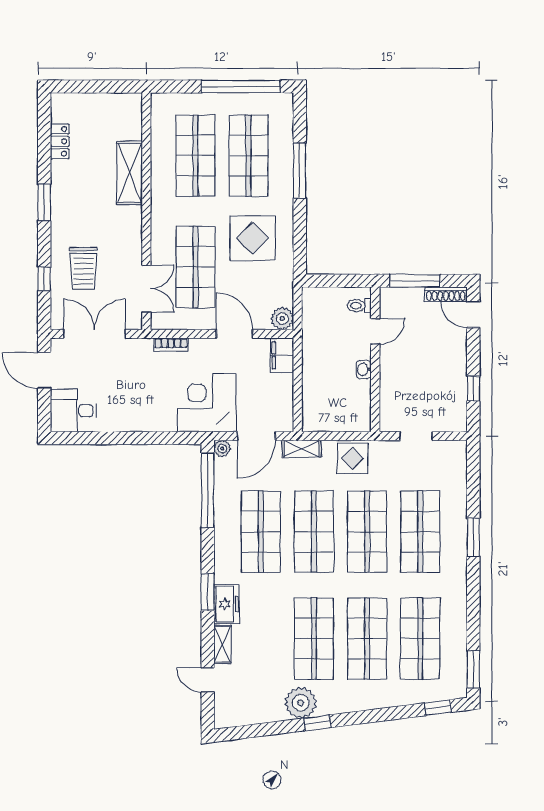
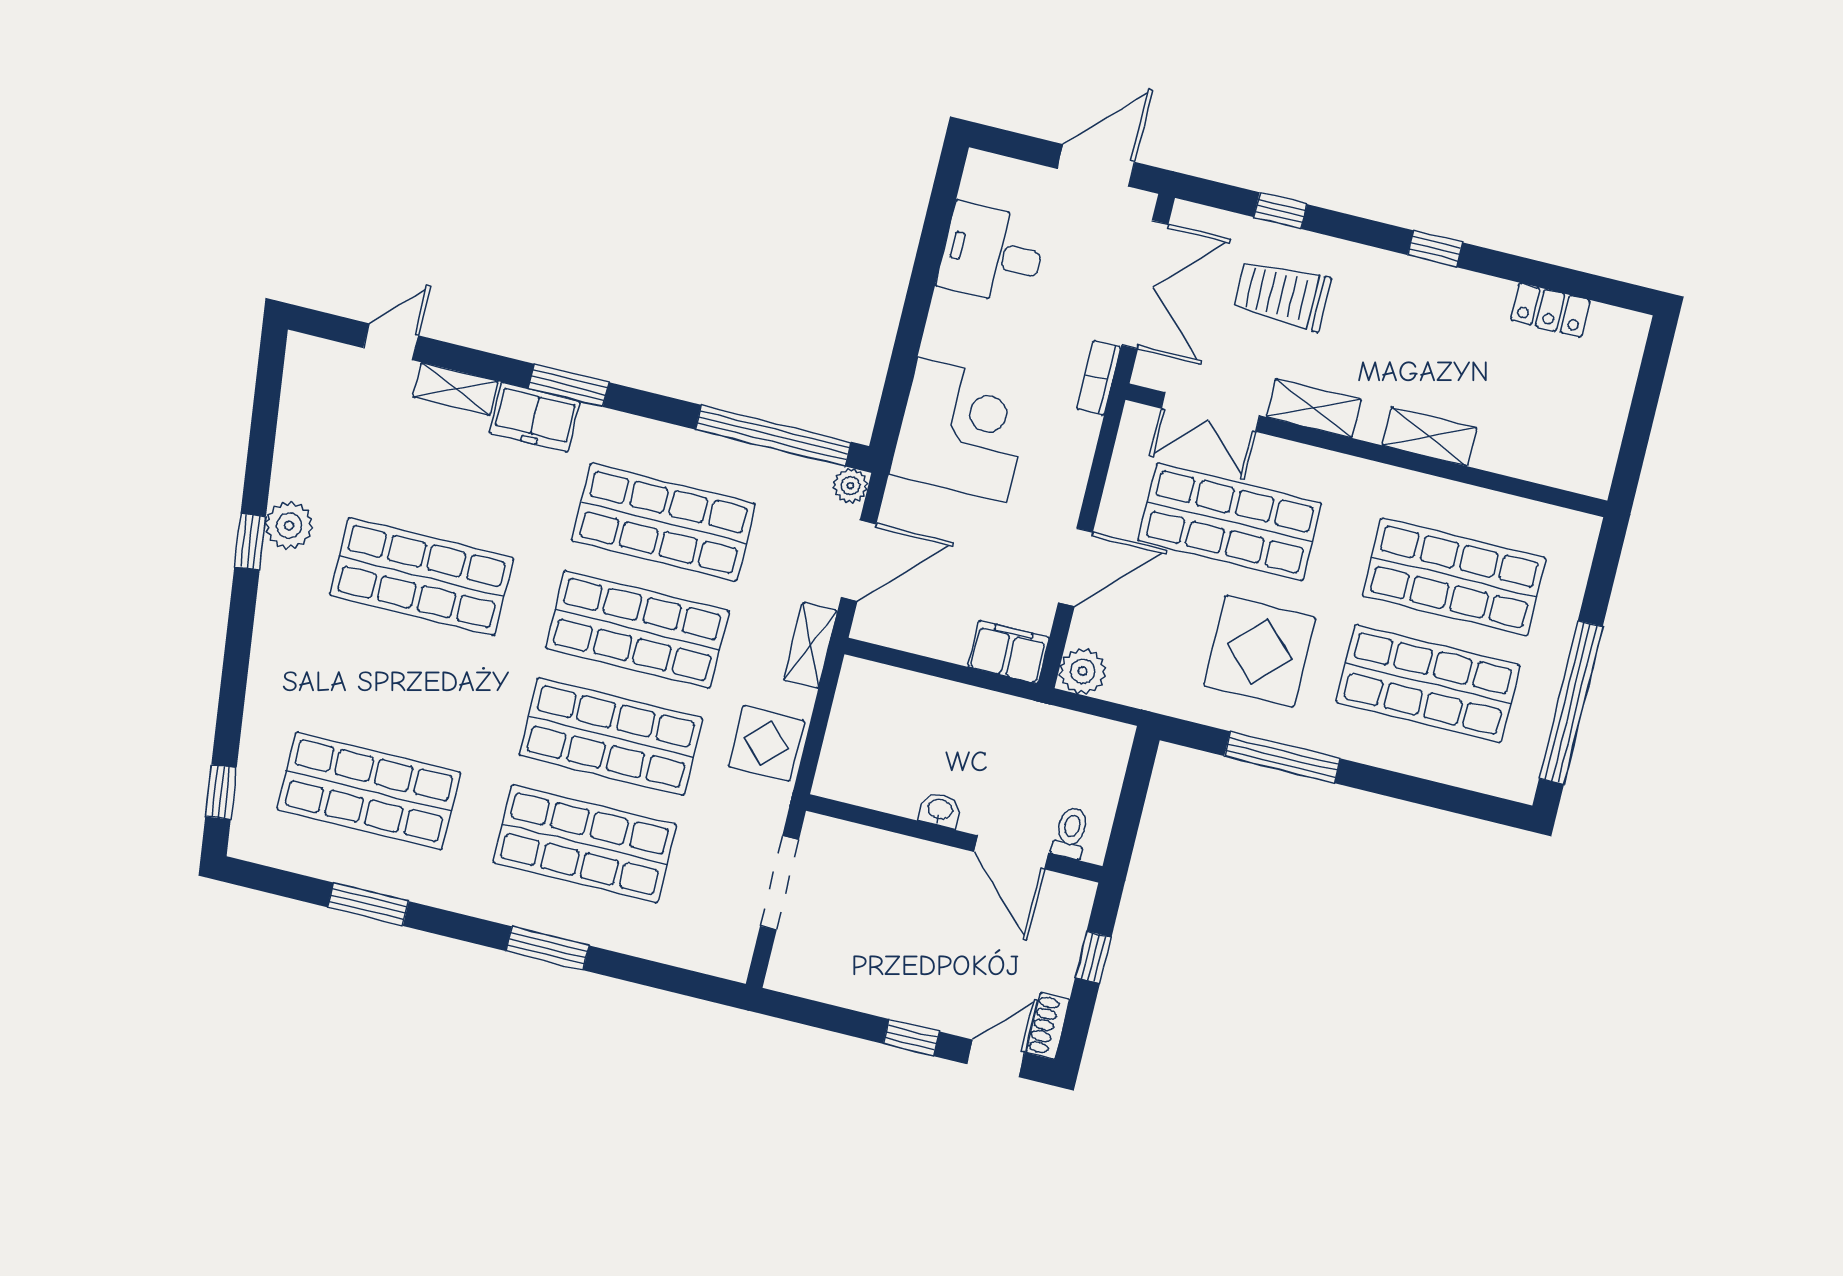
window: (300, 171) -> (1282, 757), moved
shelving: (130, 173) -> (1429, 437), width x0.67, depth x0.75
window: (44, 202) -> (1435, 249), width x0.67
shelving: (133, 241) -> (1314, 408), added
window: (415, 281) -> (1093, 957), width x0.46
shoe rack: (446, 294) -> (1048, 1026), width x0.70
door: (375, 331) -> (1011, 852), width x1.38
bookcase: (171, 345) -> (1099, 378), moved
window: (473, 388) -> (911, 1038), moved
corner desk: (207, 403) -> (962, 430), moved
desk: (73, 411) -> (992, 254), moved, turned -90
door: (256, 436) -> (859, 561), swing flipped
doorway: (416, 436) -> (779, 883), width x1.38
shop shelf: (367, 639) -> (395, 684), removed
window: (473, 669) -> (368, 904), moved
plant: (301, 703) -> (289, 526), width x0.73, depth x0.73

